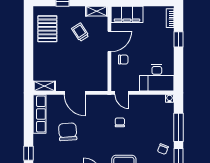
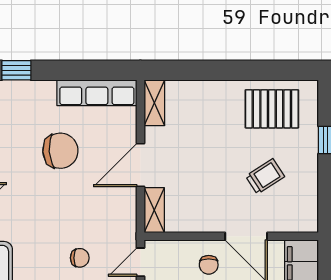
shelving: (97, 11) -> (154, 210), moved

